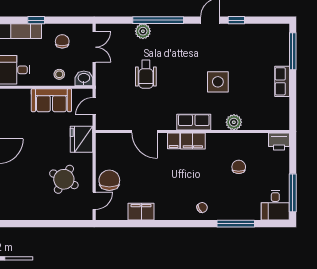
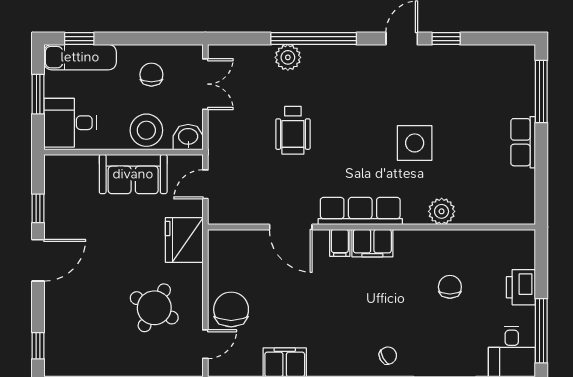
window: (36, 20) -> (79, 39), moved
stool: (59, 74) -> (146, 130), width x1.89, depth x1.89
row of seats: (194, 122) -> (360, 211), width x1.48
printer: (279, 141) -> (521, 287), moved, turned 90

